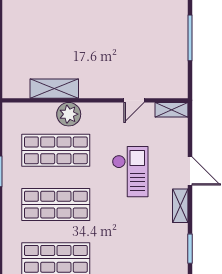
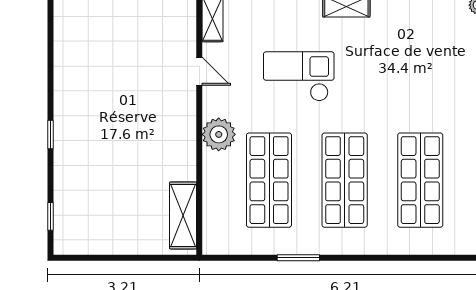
shelving: (54, 89) -> (183, 215), moved
plant: (69, 114) -> (219, 134), moved

